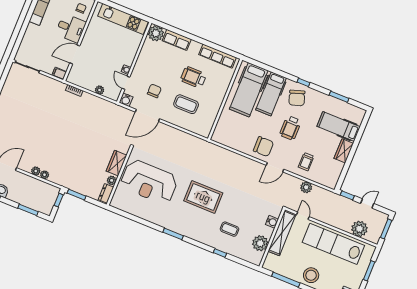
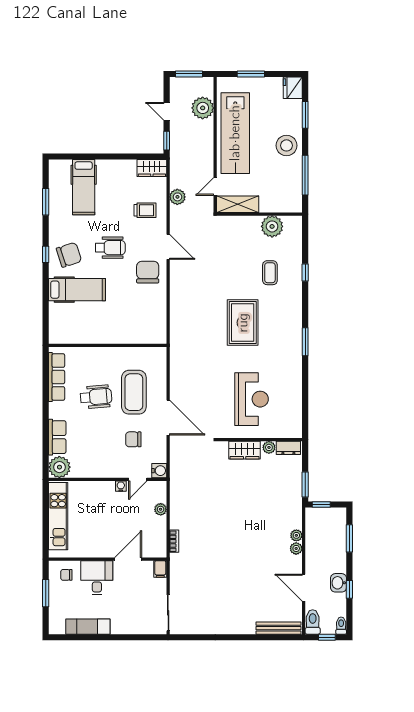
door: (75, 54) -> (128, 559), swing flipped
wheelchair: (193, 77) -> (96, 397), turned -95
hospital bed: (249, 90) -> (83, 320), removed
coffee table: (186, 104) -> (134, 392), width x1.36, depth x1.32
door: (147, 115) -> (168, 418), moved
wardrobe: (344, 151) -> (152, 168), moved
reception desk: (149, 182) -> (252, 399), width x0.74, depth x0.77
water cooler: (272, 222) -> (239, 222), removed
shelving: (282, 233) -> (238, 204), width x0.68

